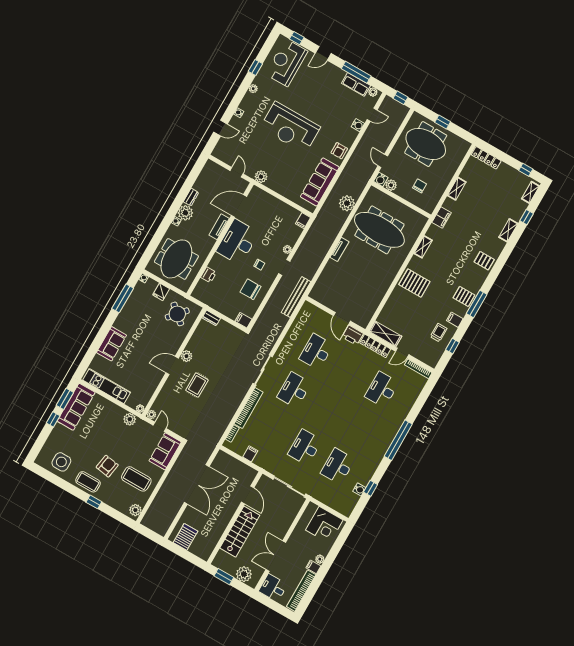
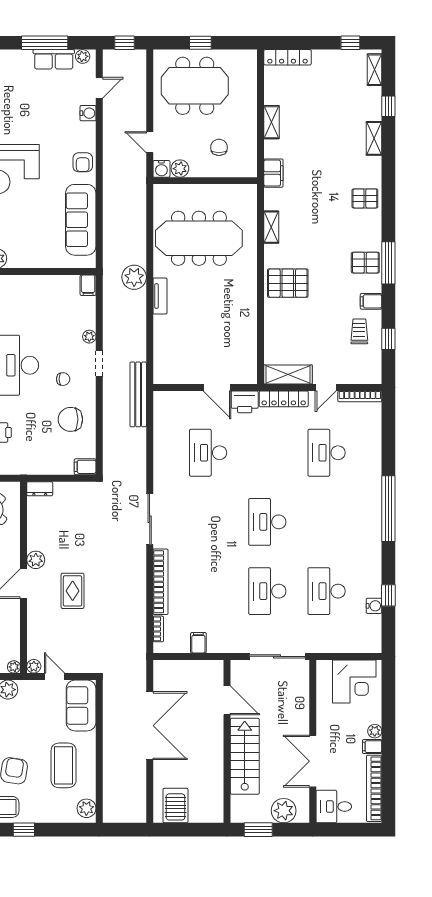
plant: (347, 203) -> (134, 277), moved
desk: (294, 390) -> (267, 522), moved
coffee table: (136, 479) -> (64, 765), turned 90

